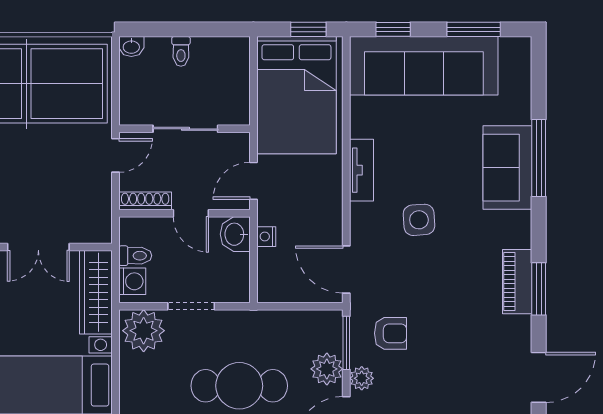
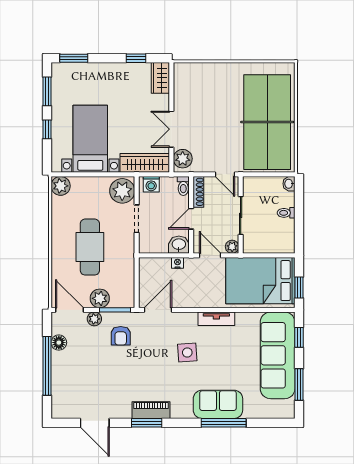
plant: (239, 143) -> (232, 247), added
plant: (89, 228) -> (183, 159), added
toilet: (135, 256) -> (183, 186), moved

